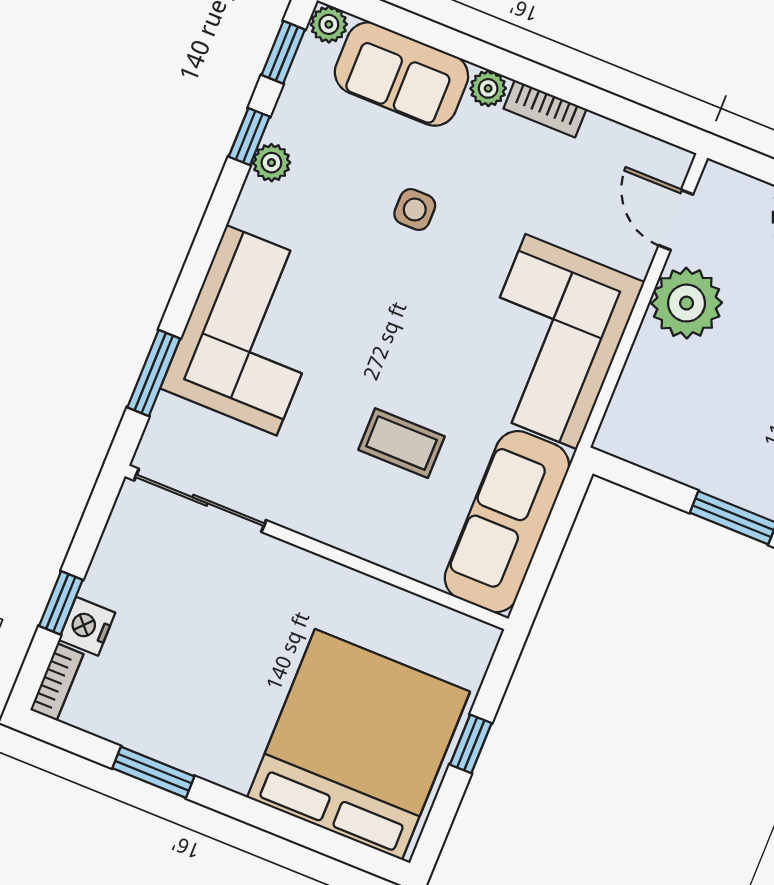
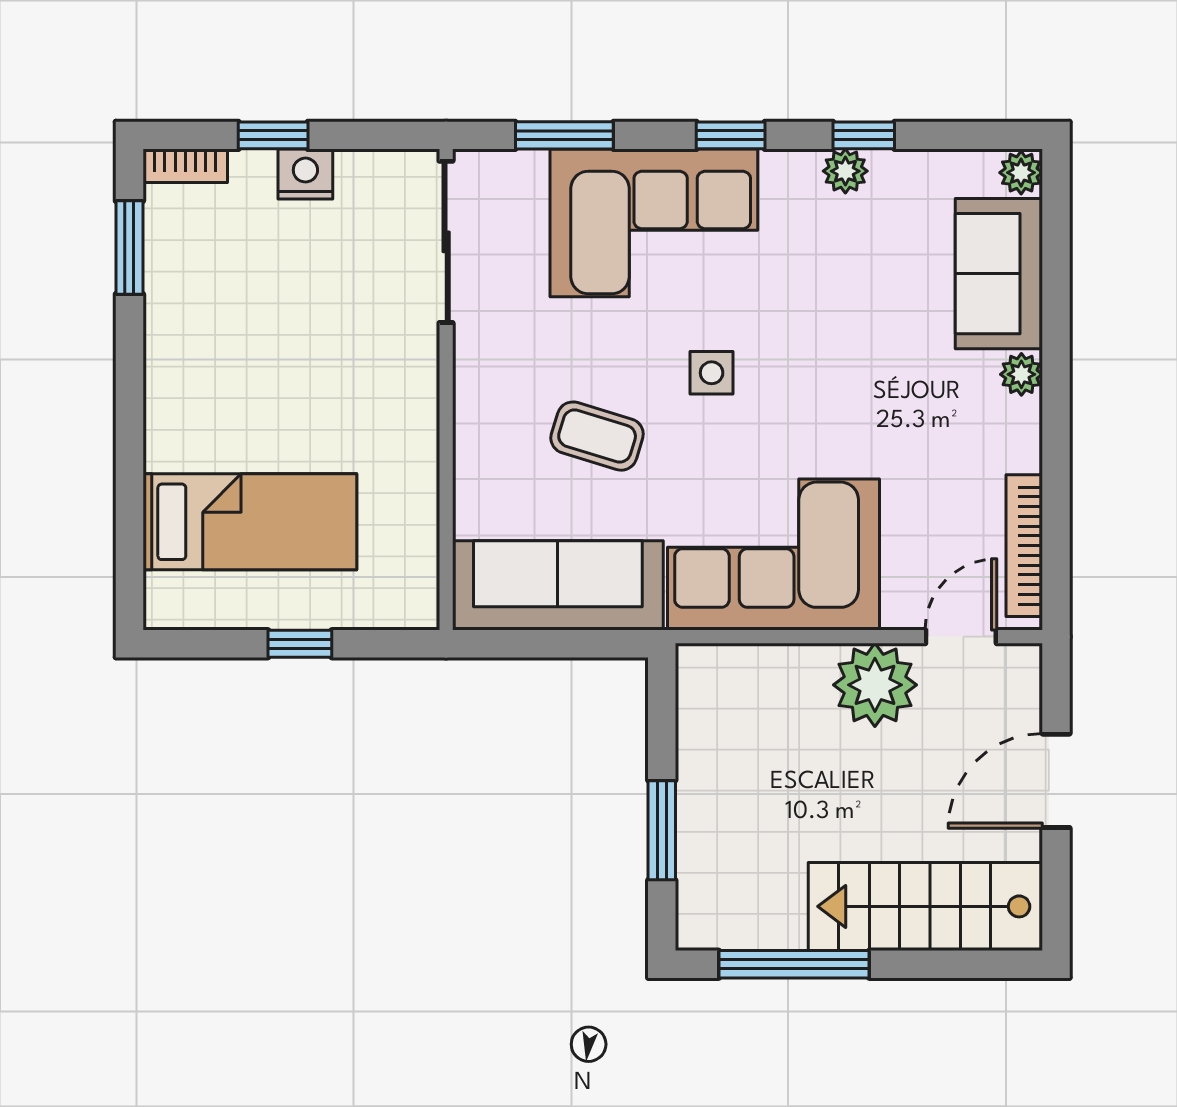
window: (283, 52) -> (731, 135), moved
bookcase: (545, 109) -> (1024, 546), moved, width x1.56
side table: (415, 210) -> (712, 373), moved
coffee table: (401, 443) -> (597, 436), turned -73
nightstand: (87, 626) -> (305, 174), moved
bed: (358, 745) -> (250, 522), width x0.49
window: (153, 772) -> (129, 247), moved

